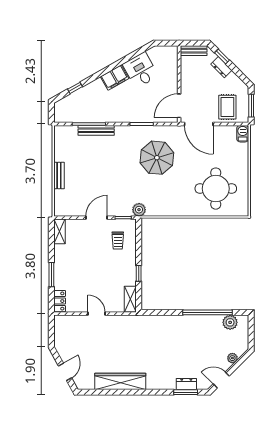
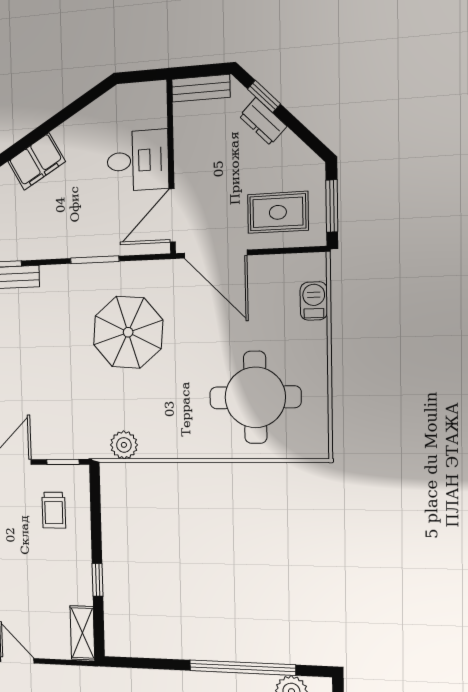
desk: (141, 70) -> (138, 161), moved, turned 120
rug: (227, 107) -> (278, 212), turned 90
barbecue: (243, 134) -> (314, 301), moved
plant: (139, 210) -> (124, 445), moved

